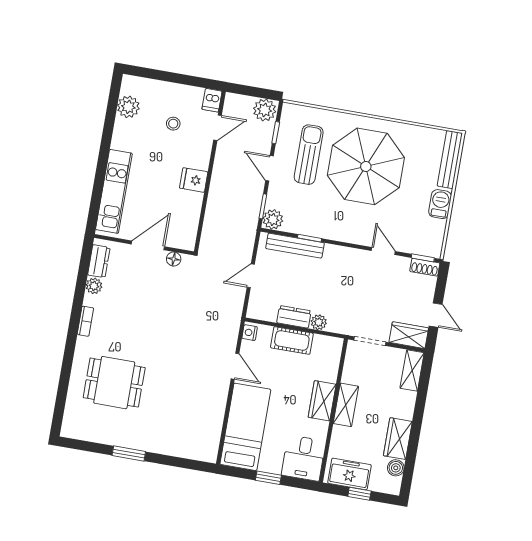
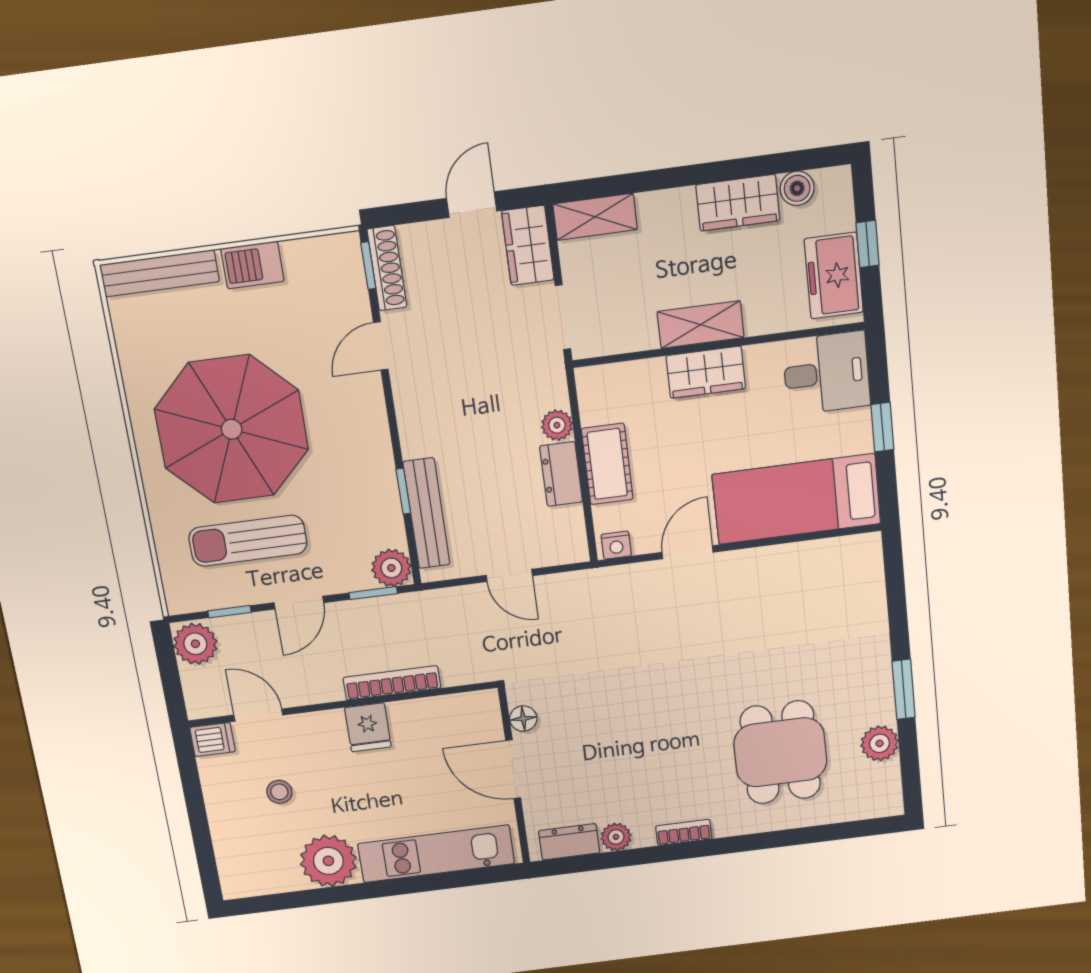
plant: (128, 107) -> (328, 861), moved, width x1.36, depth x1.36
bookcase: (213, 200) -> (392, 683), added
shoe rack: (425, 267) -> (387, 268), width x1.43
plant: (103, 434) -> (880, 743), added

